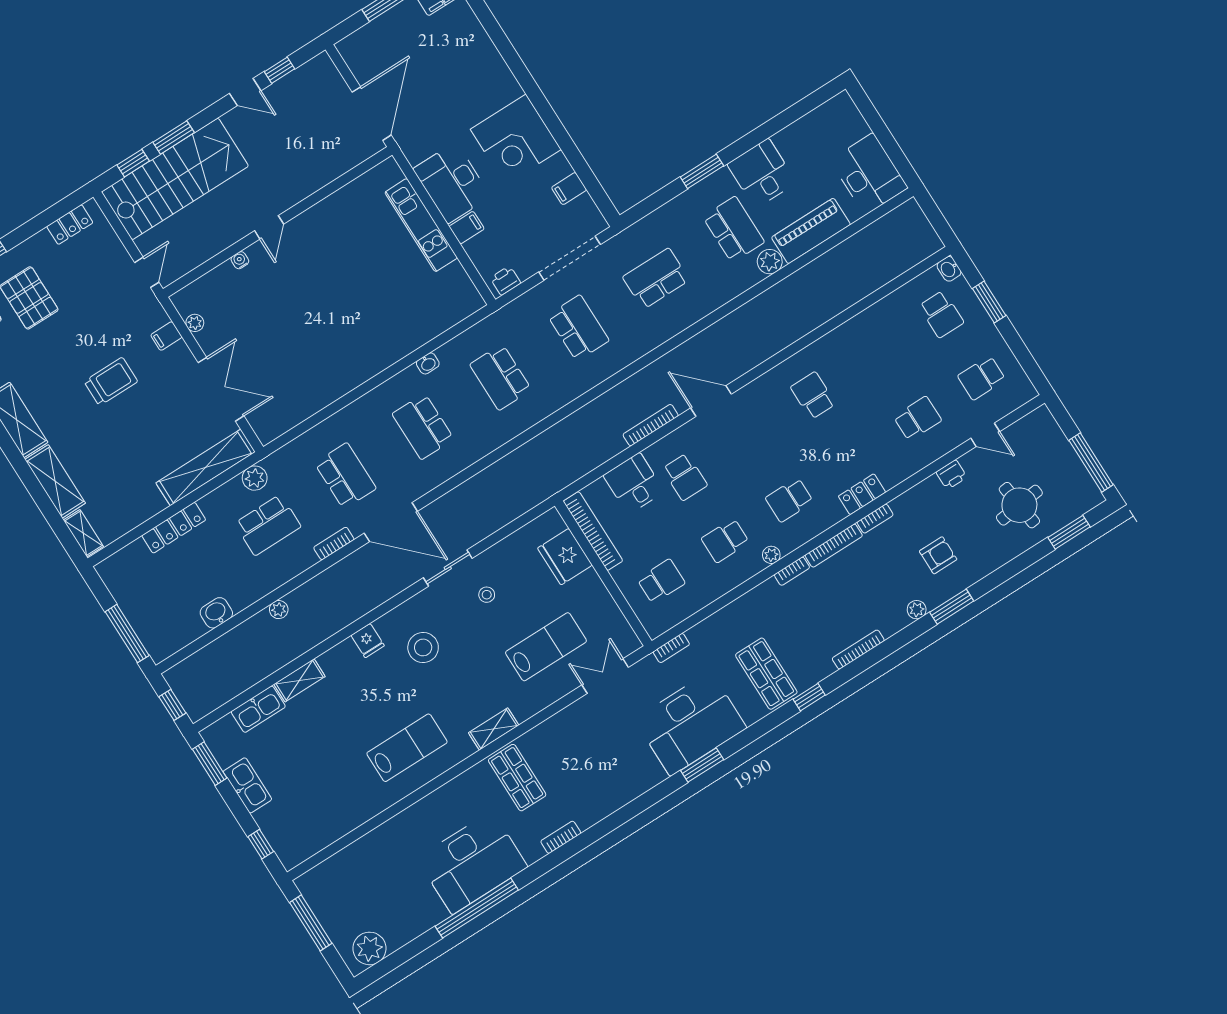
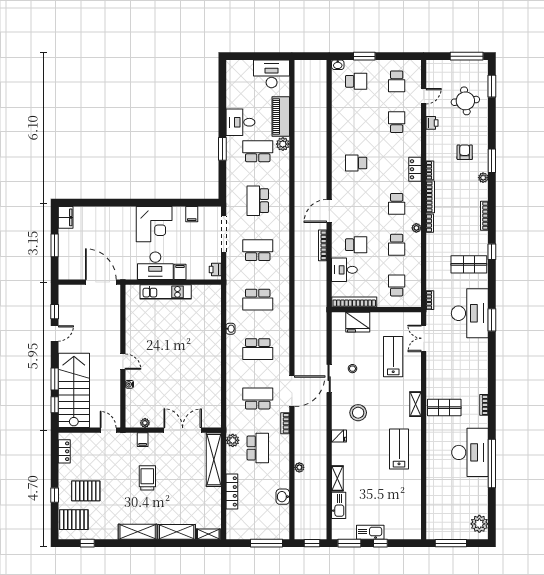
window: (261, 844) -> (380, 543), moved

